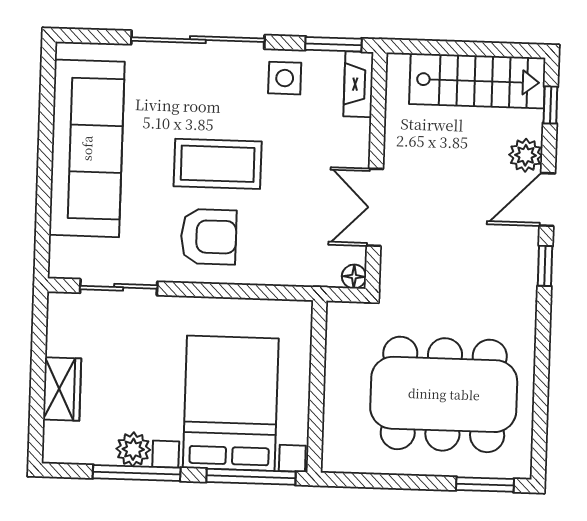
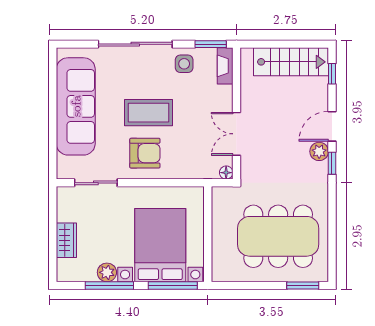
plant: (526, 155) -> (319, 151), moved

